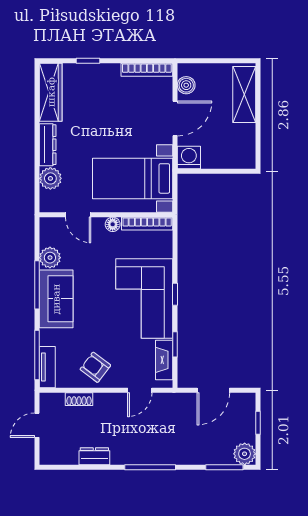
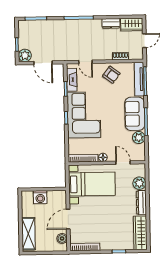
washing machine: (189, 157) -> (40, 197), moved
tv unit: (47, 367) -> (139, 79), width x1.41
door: (140, 390) -> (85, 62), swing flipped
door: (213, 390) -> (43, 63), swing flipped
wardrobe: (58, 454) -> (132, 24), added
plant: (245, 454) -> (25, 55), moved

